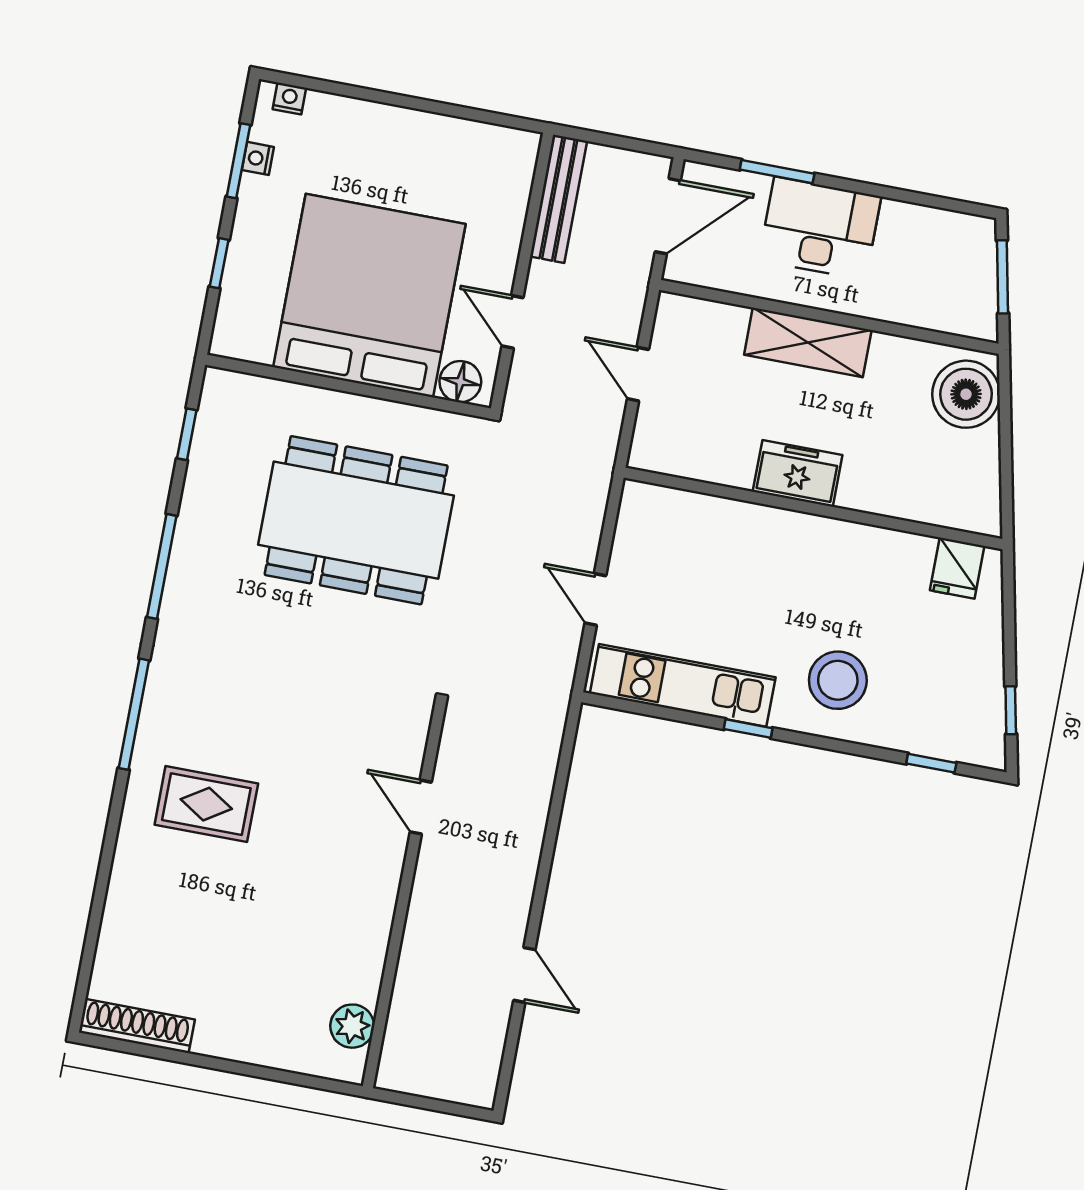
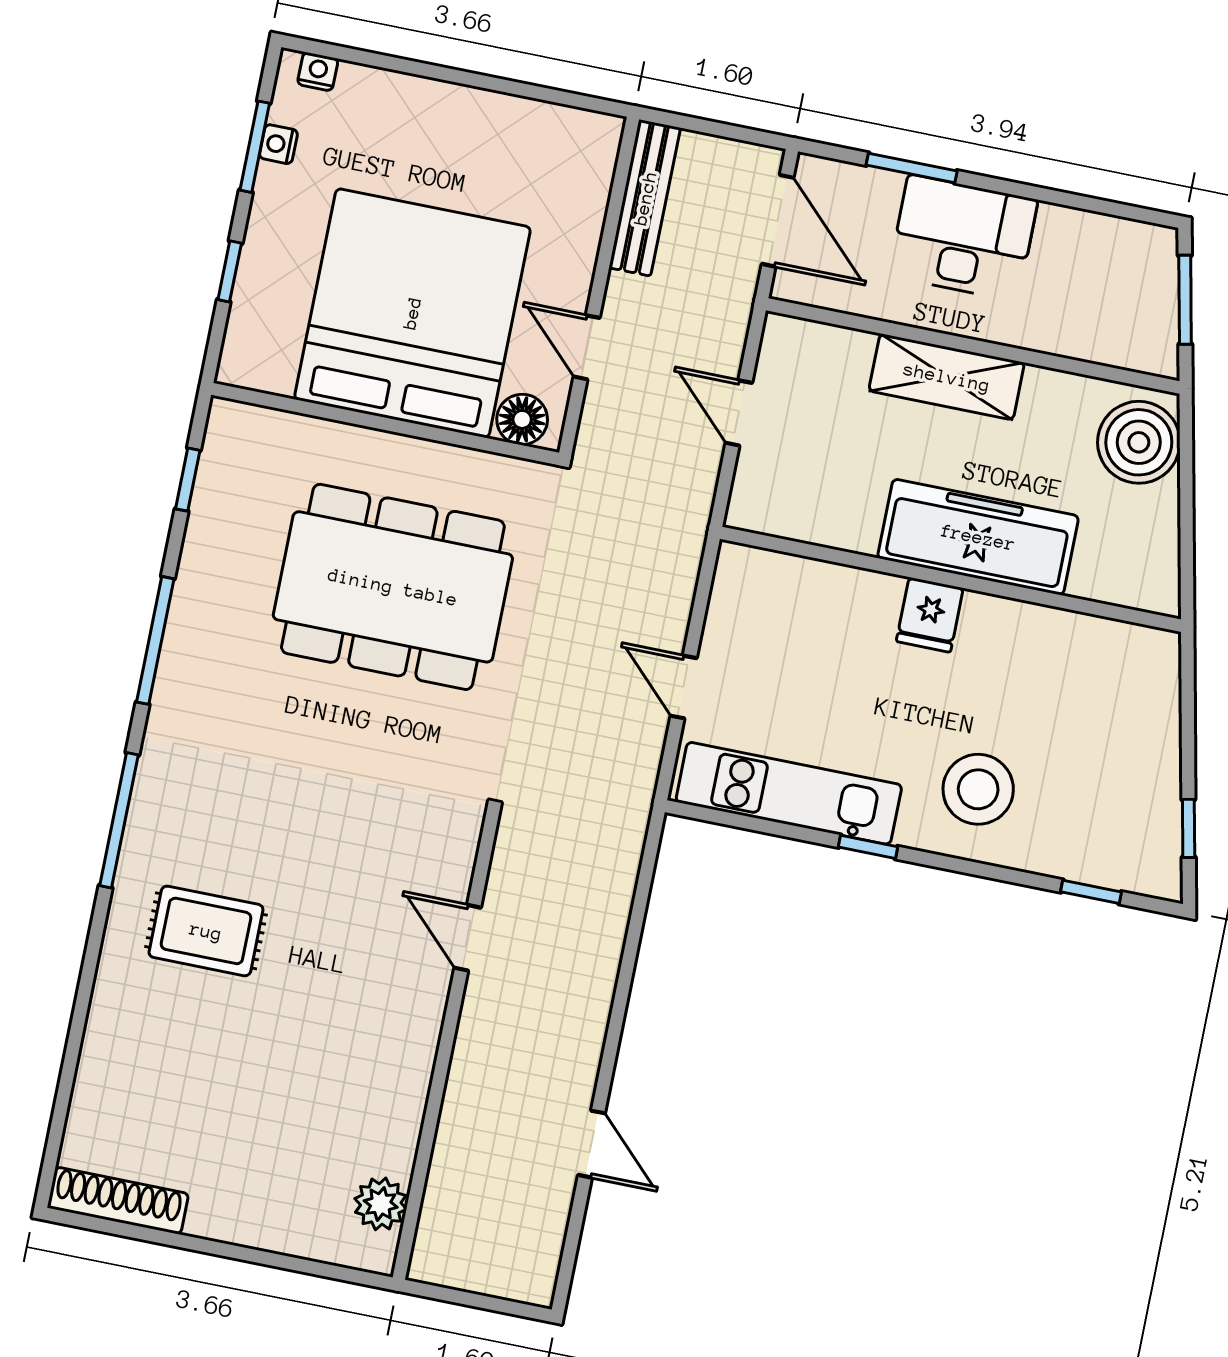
door: (668, 216) -> (778, 221), hinge flipped
freezer: (798, 473) -> (978, 537), width x1.91, depth x1.26
fridge: (957, 568) -> (930, 615), moved

